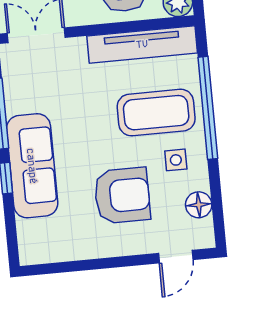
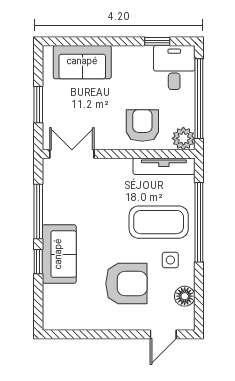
tv unit: (142, 44) -> (164, 166), width x0.73, depth x0.78
sofa: (32, 166) -> (59, 254), width x0.73

